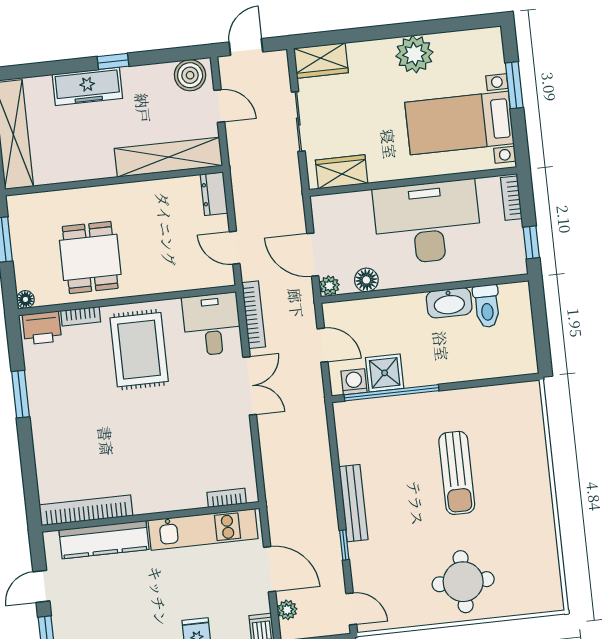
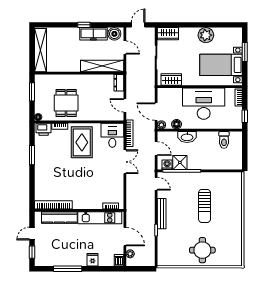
freezer: (87, 86) -> (93, 34), moved
washbasin: (449, 303) -> (187, 137), moved
door: (351, 609) -> (156, 184), moved

